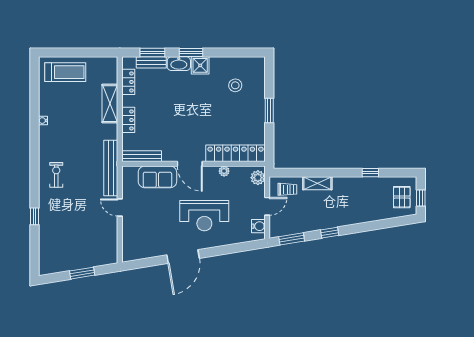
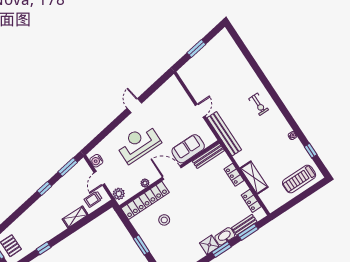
stool: (235, 85) -> (164, 220), moved
door: (120, 208) -> (200, 111), hinge flipped
window: (34, 216) -> (311, 151), moved
door: (183, 257) -> (134, 106), width x0.53

